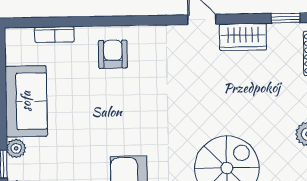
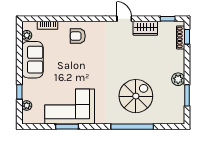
armchair: (113, 54) -> (78, 36), turned -90
plant: (16, 148) -> (27, 35), moved

